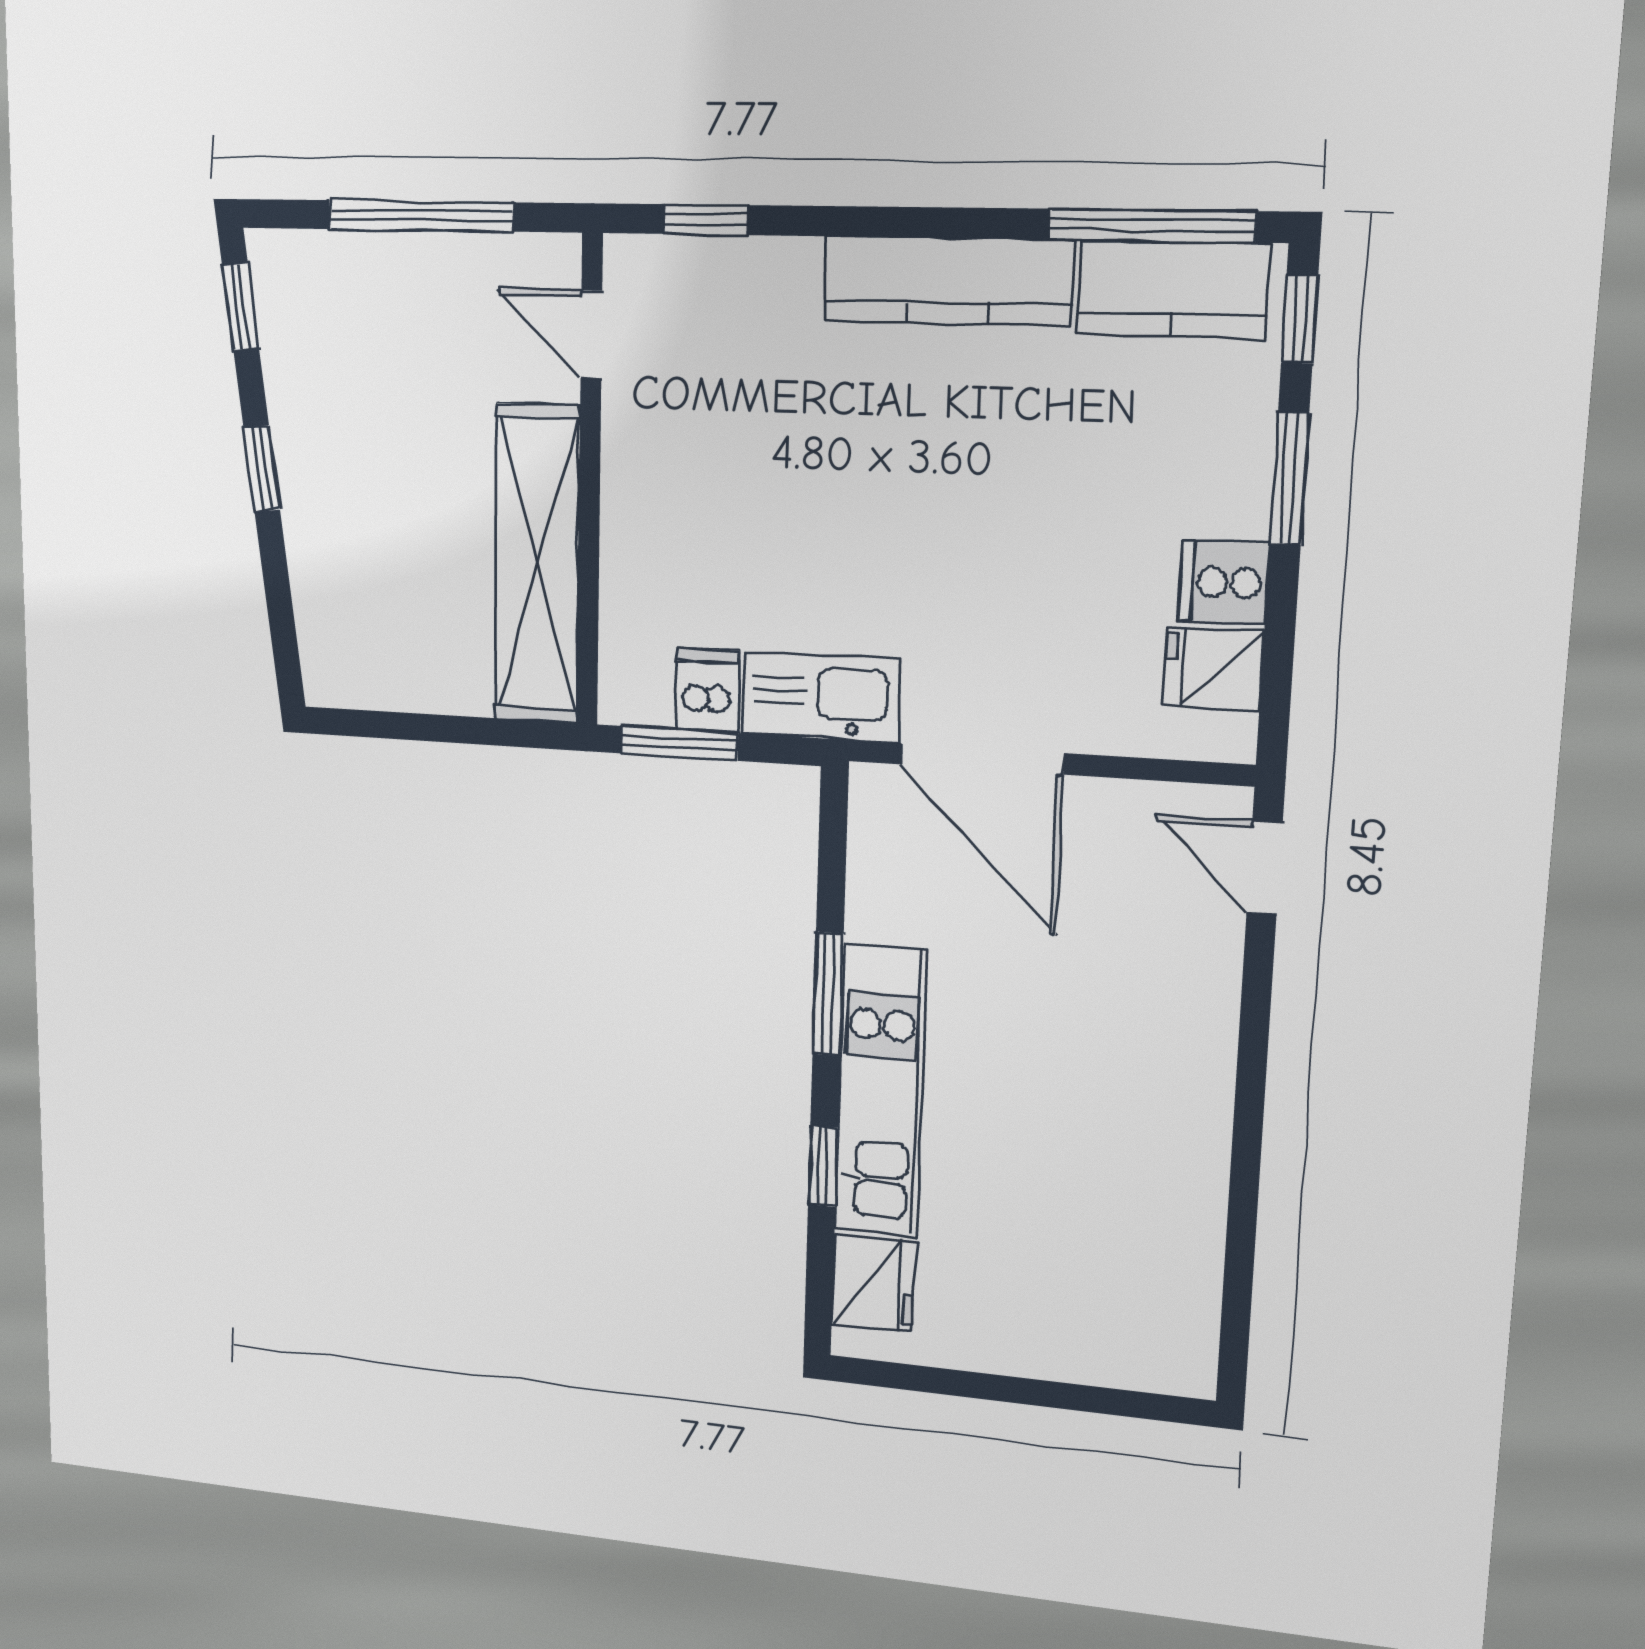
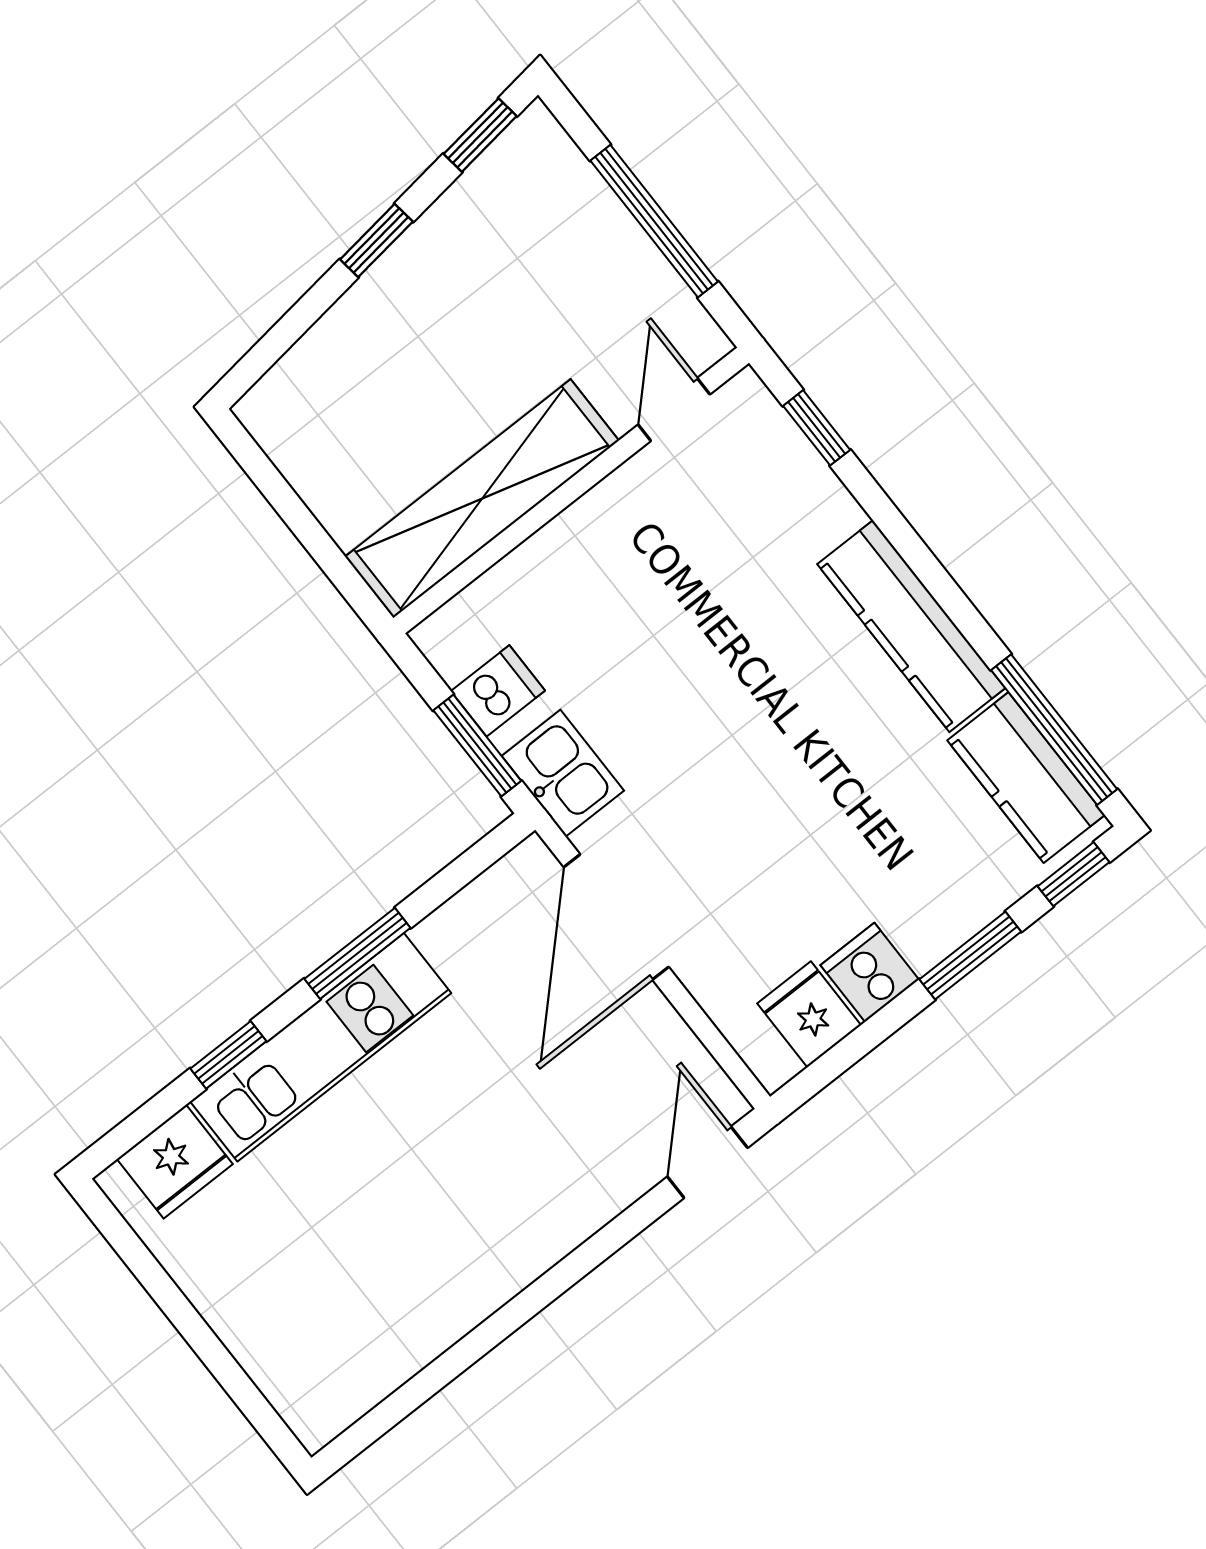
kitchen sink: (821, 697) -> (563, 773), width x0.73
window: (679, 743) -> (477, 746), moved

